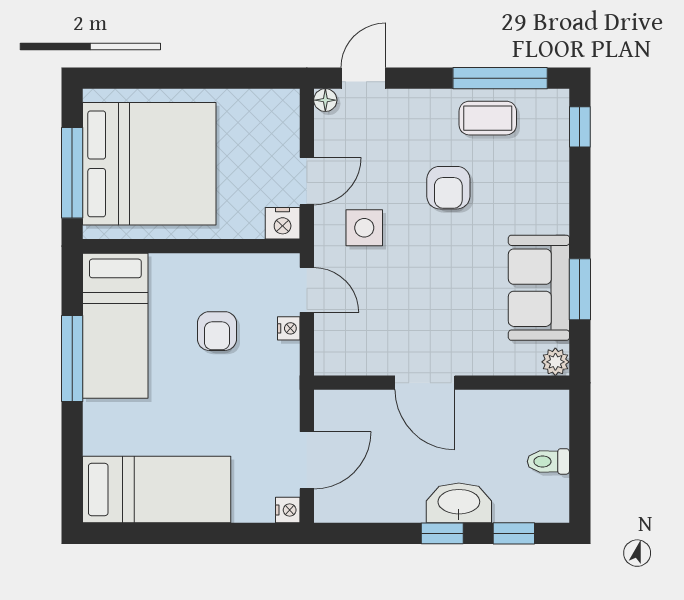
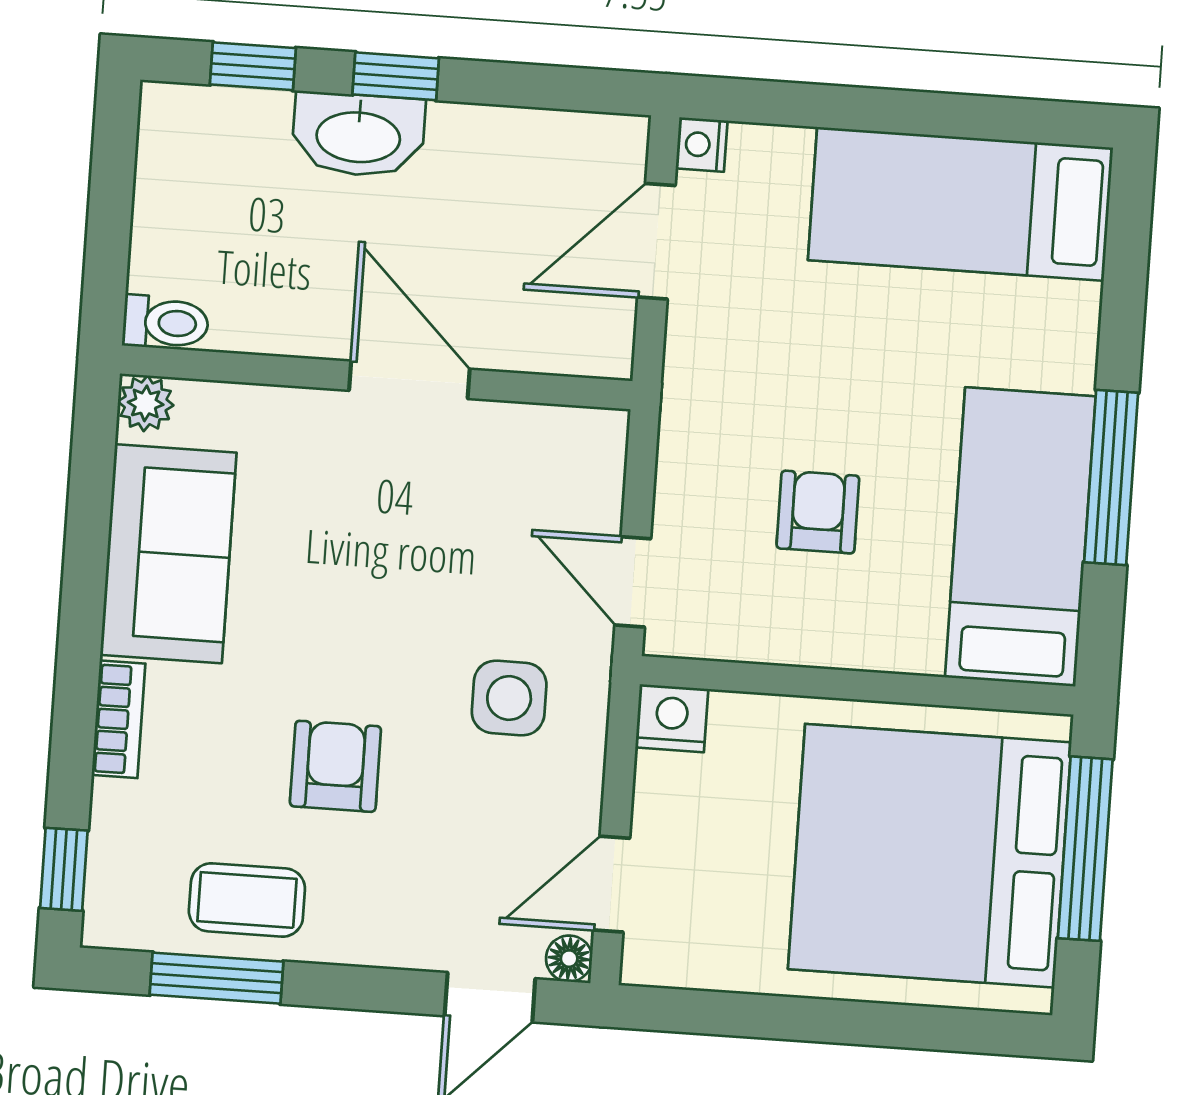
window: (500, 78) -> (216, 978), width x0.69
door: (307, 181) -> (612, 884), moved
bookcase: (558, 204) -> (119, 719), added
window: (580, 289) -> (87, 545), removed
nightstand: (289, 328) -> (674, 507), removed
toilet: (548, 461) -> (166, 323), moved

